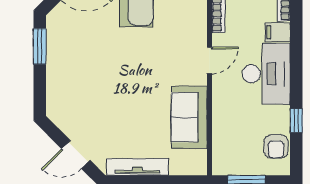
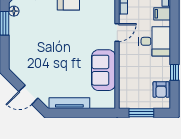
floor lamp: (54, 28) -> (14, 11), added
desk: (266, 74) -> (155, 41), width x0.73

